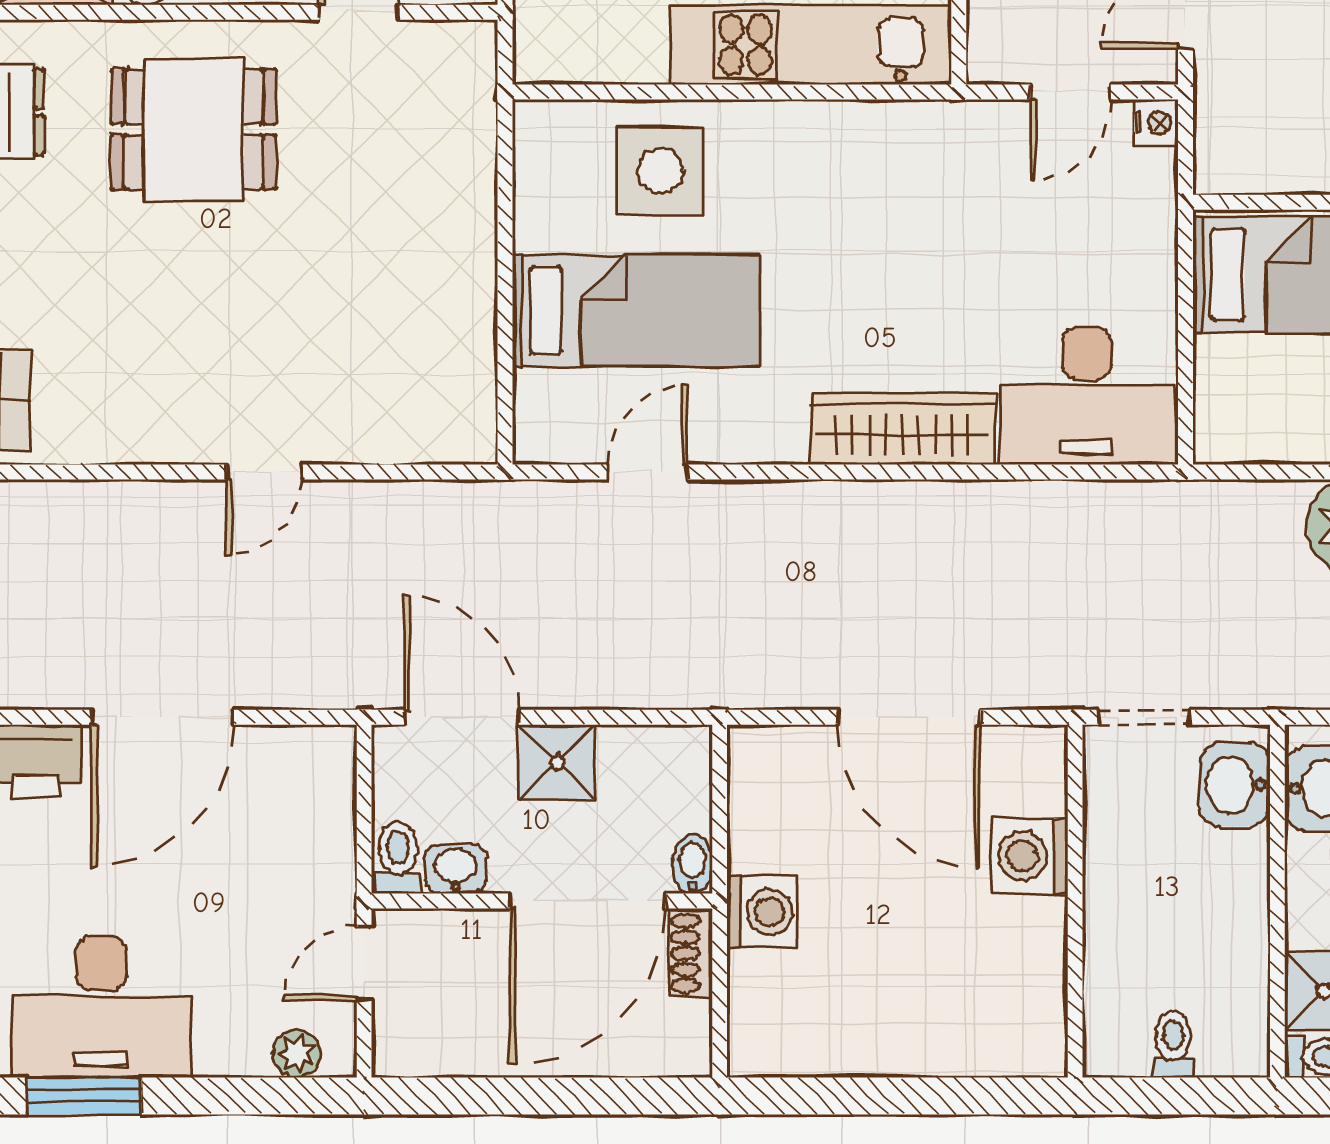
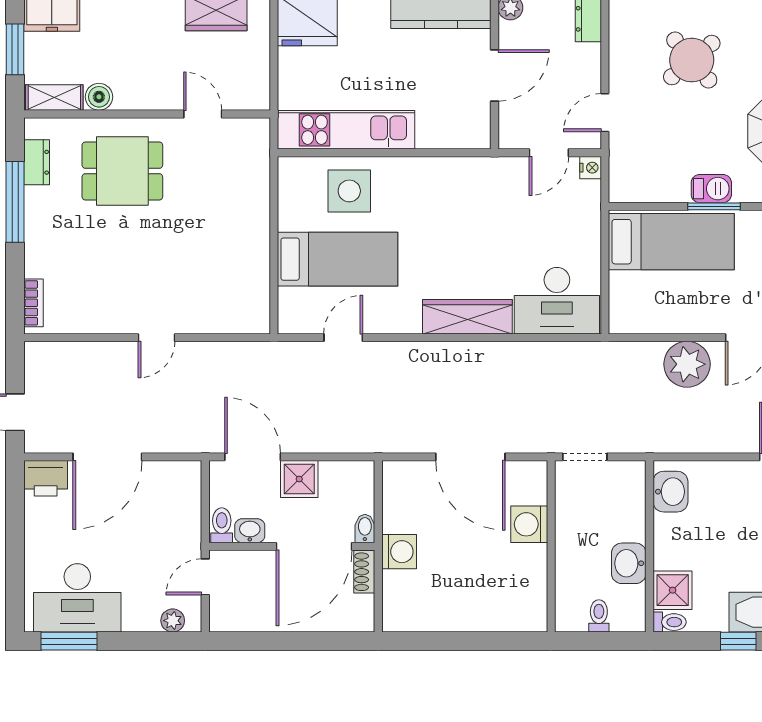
kitchen unit: (810, 45) -> (346, 130), moved
washbasin: (1235, 785) -> (629, 563), moved

